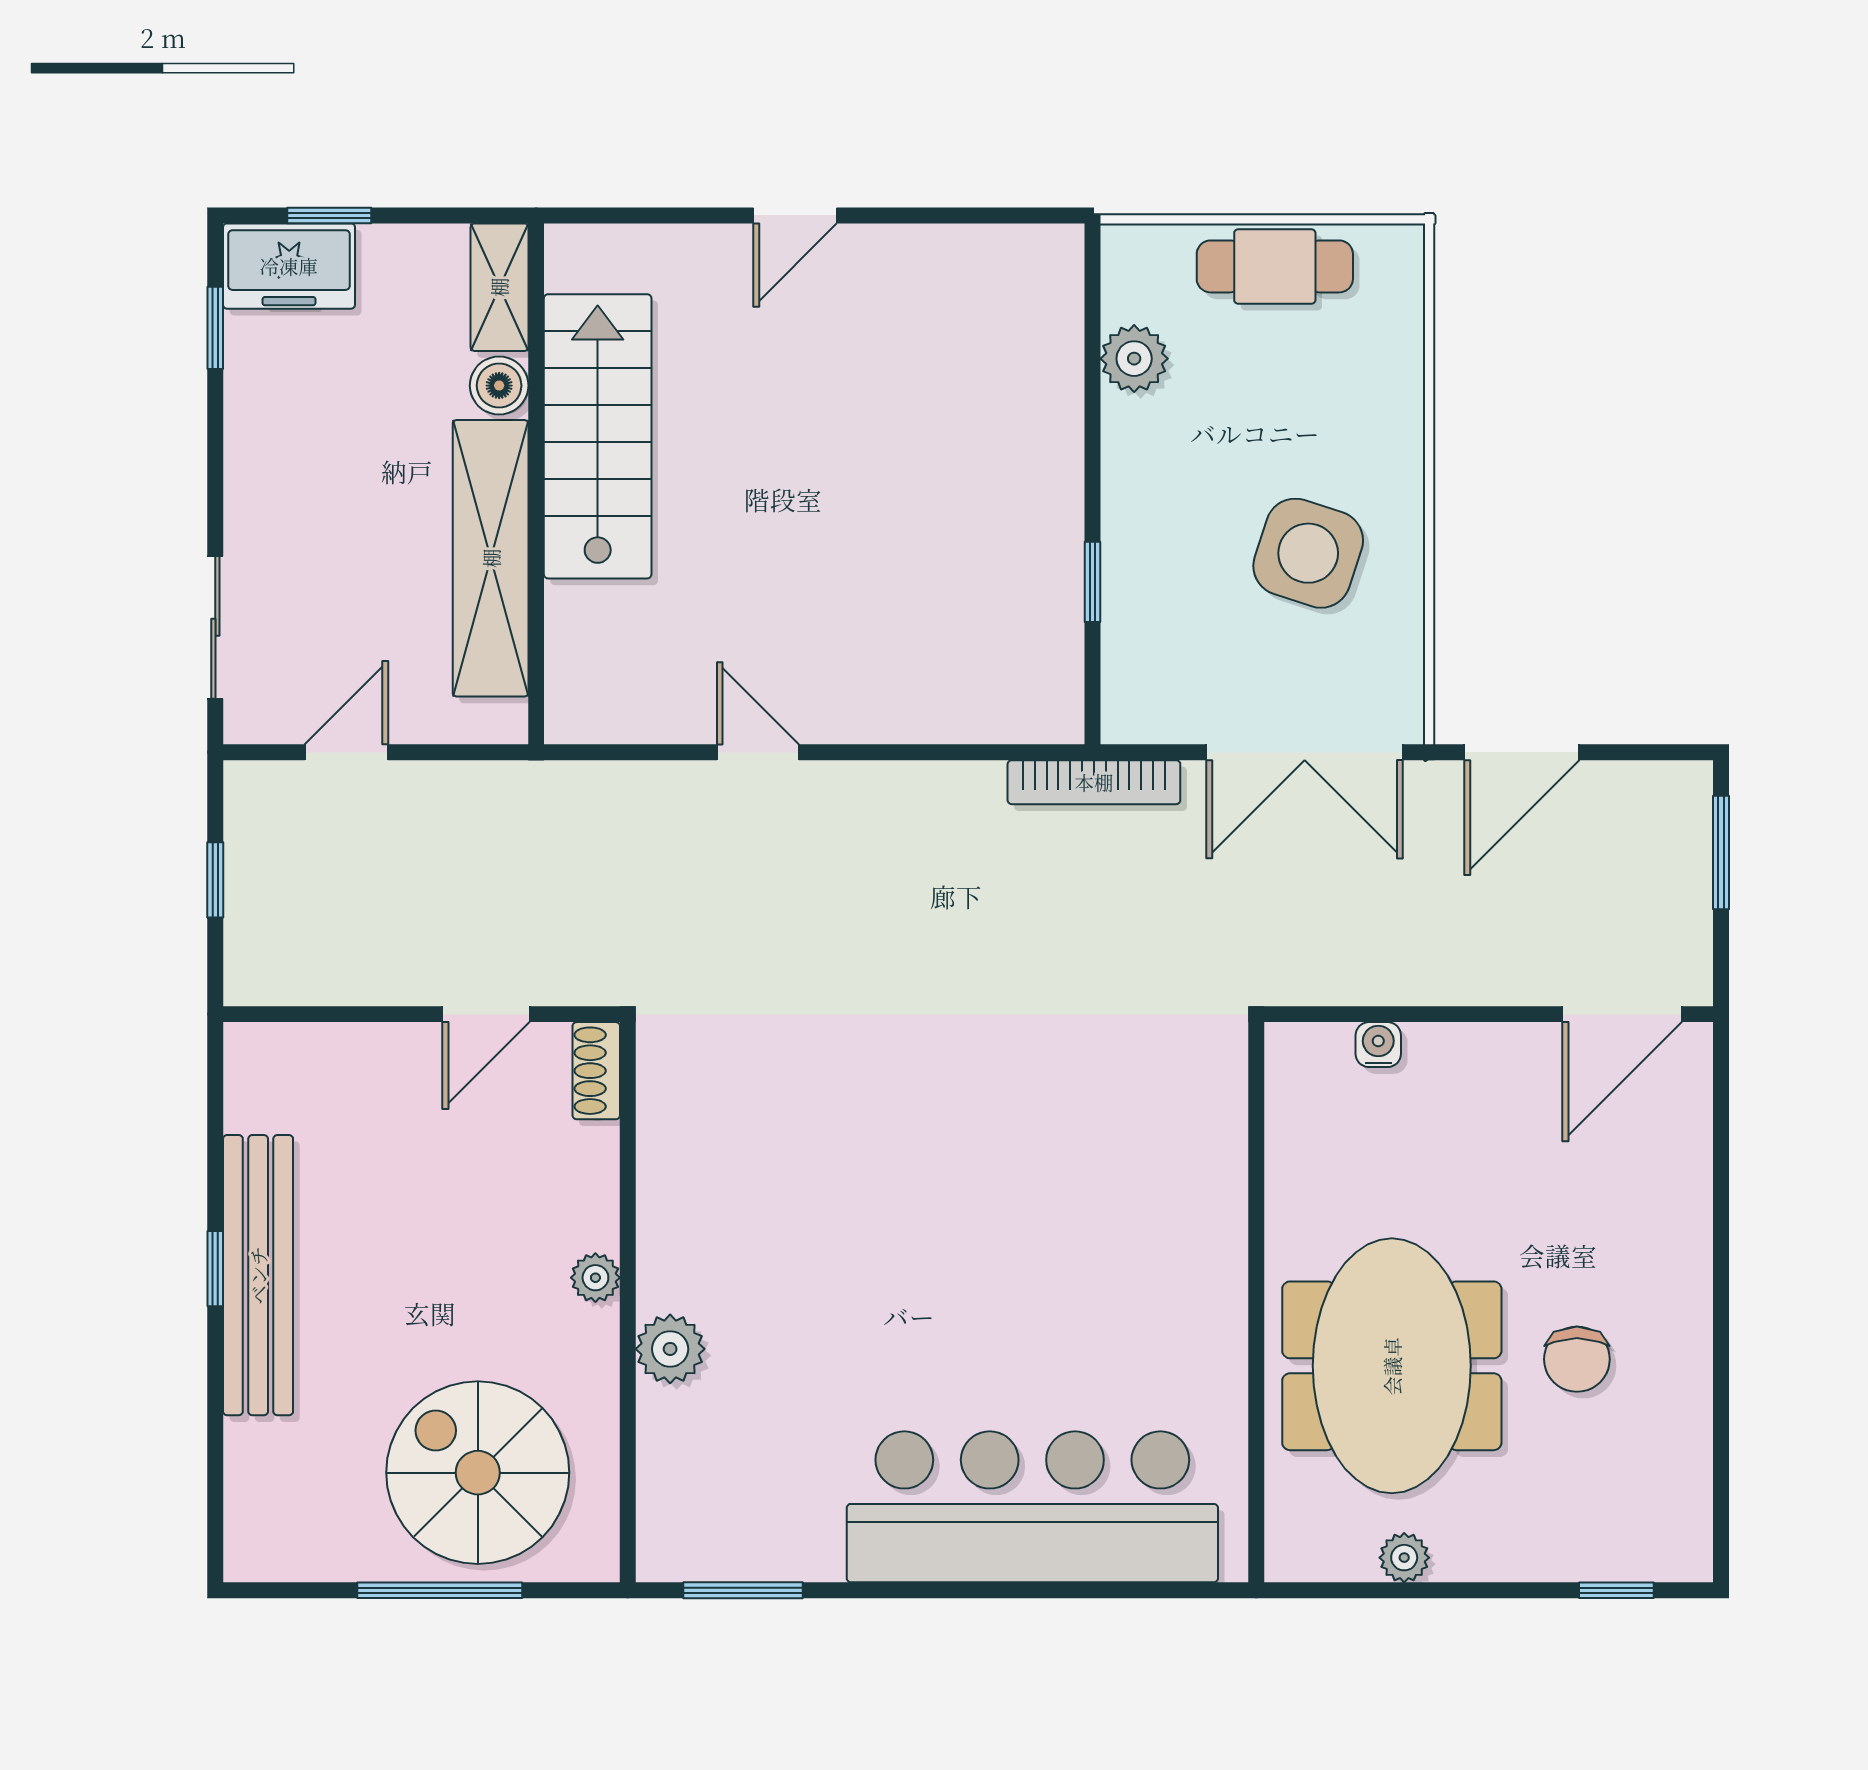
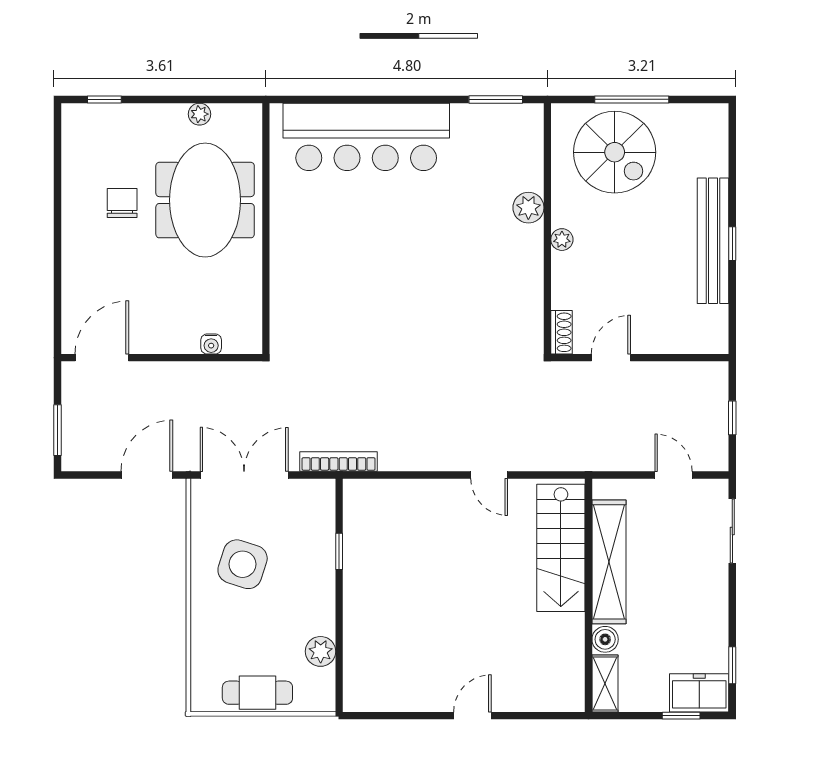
stairs: (598, 436) -> (561, 548), moved
door: (346, 752) -> (674, 475), swing flipped

